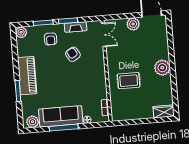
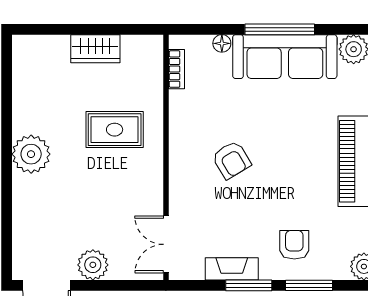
armchair: (73, 54) -> (232, 160), moved
wardrobe: (164, 111) -> (95, 49), moved

